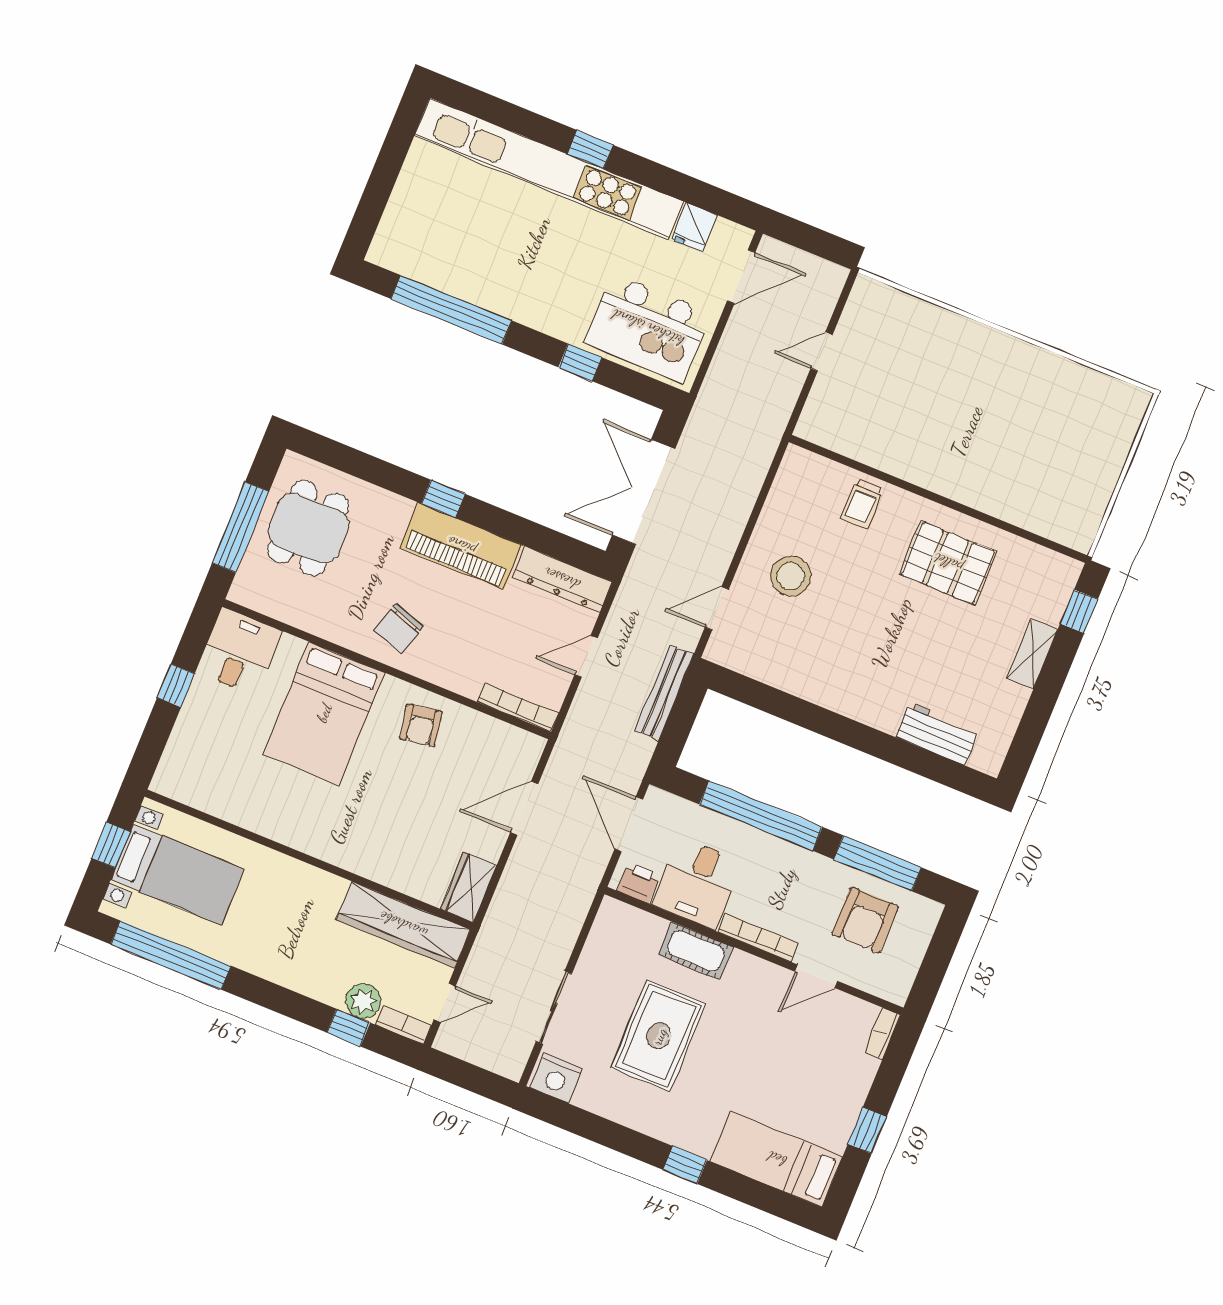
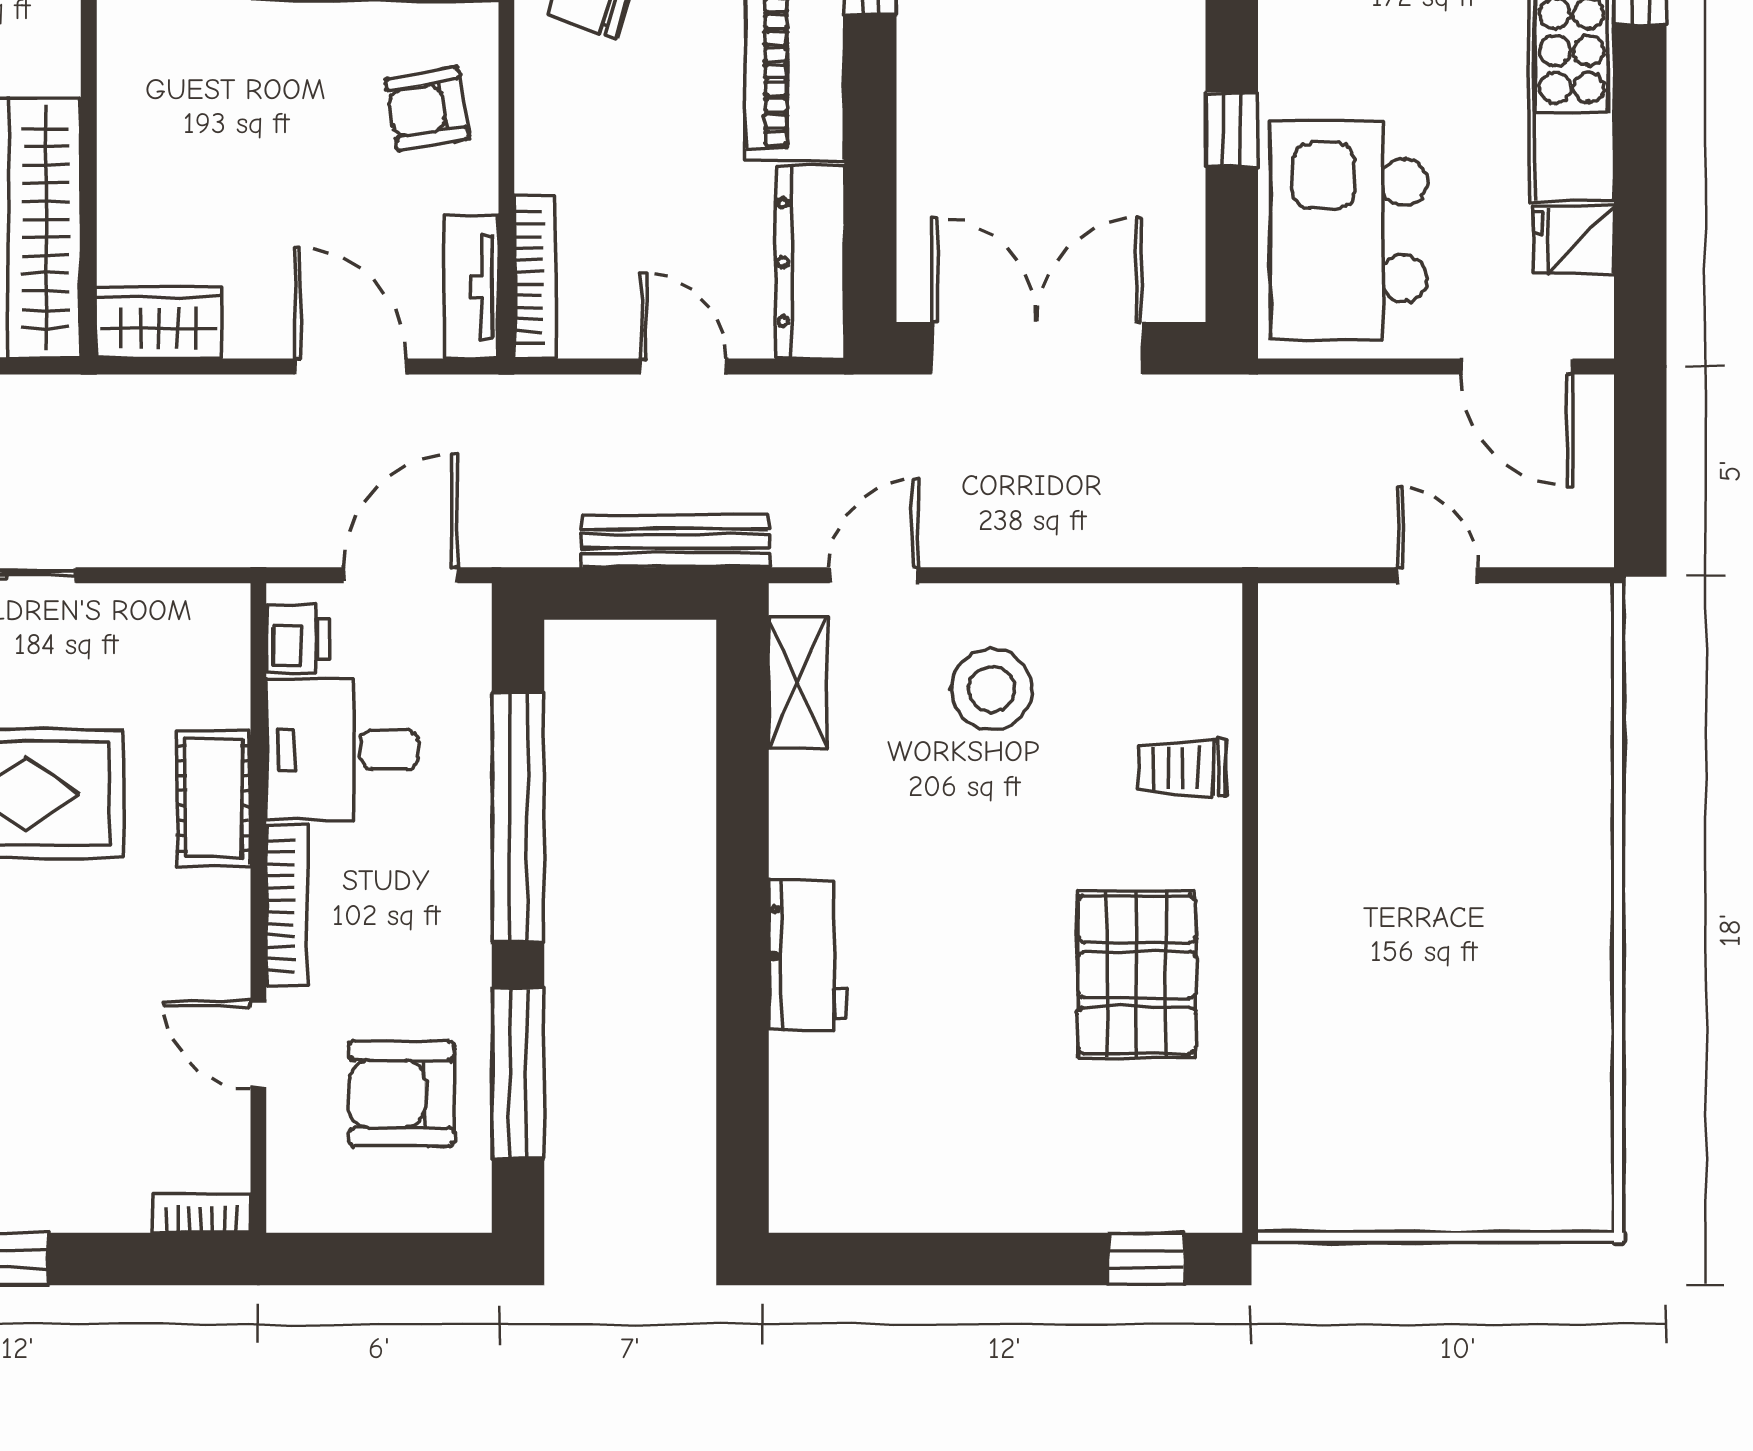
door: (717, 608) -> (874, 575), hinge flipped
shelving: (1032, 654) -> (798, 683), moved, turned 90
workbench: (937, 734) -> (808, 955), moved
tv unit: (510, 738) -> (471, 287), added

